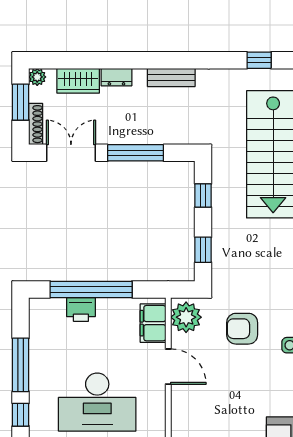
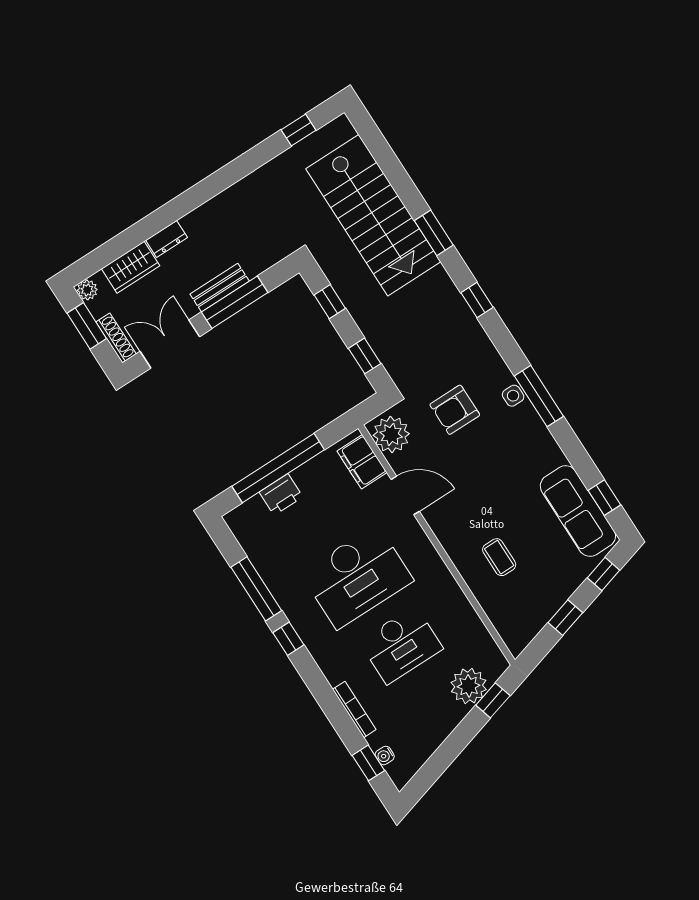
bench: (171, 77) -> (220, 288), moved

